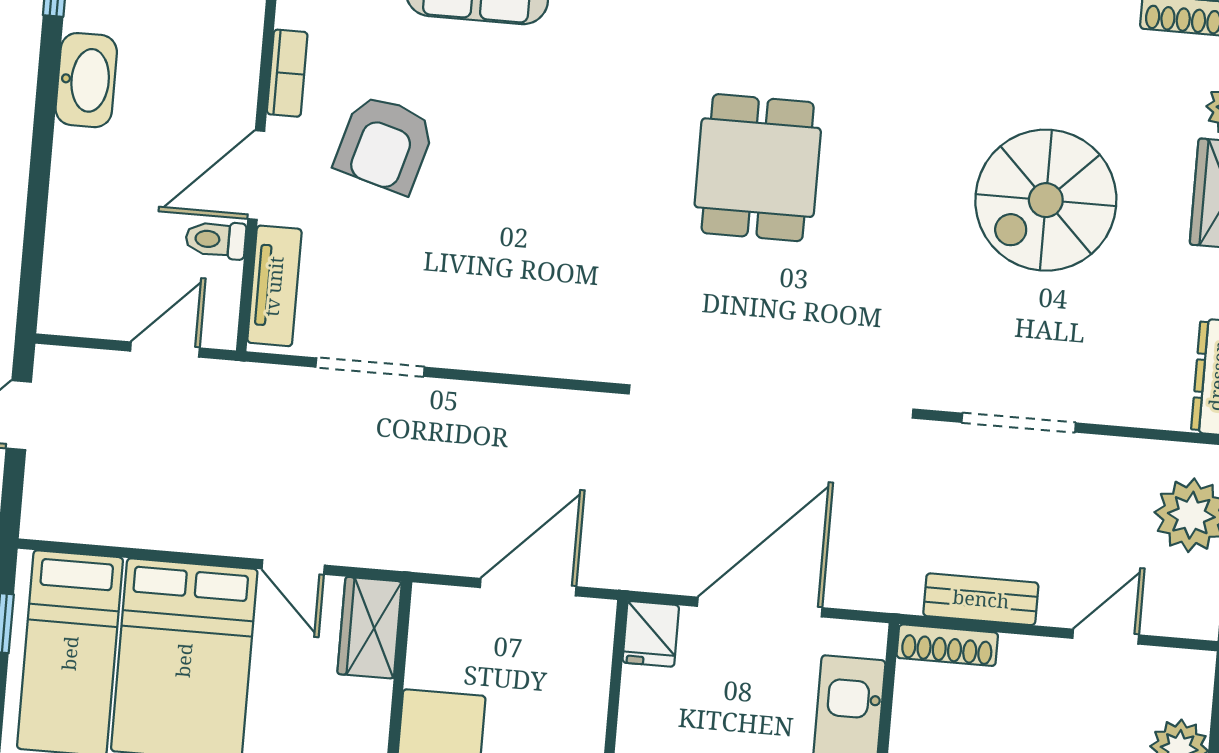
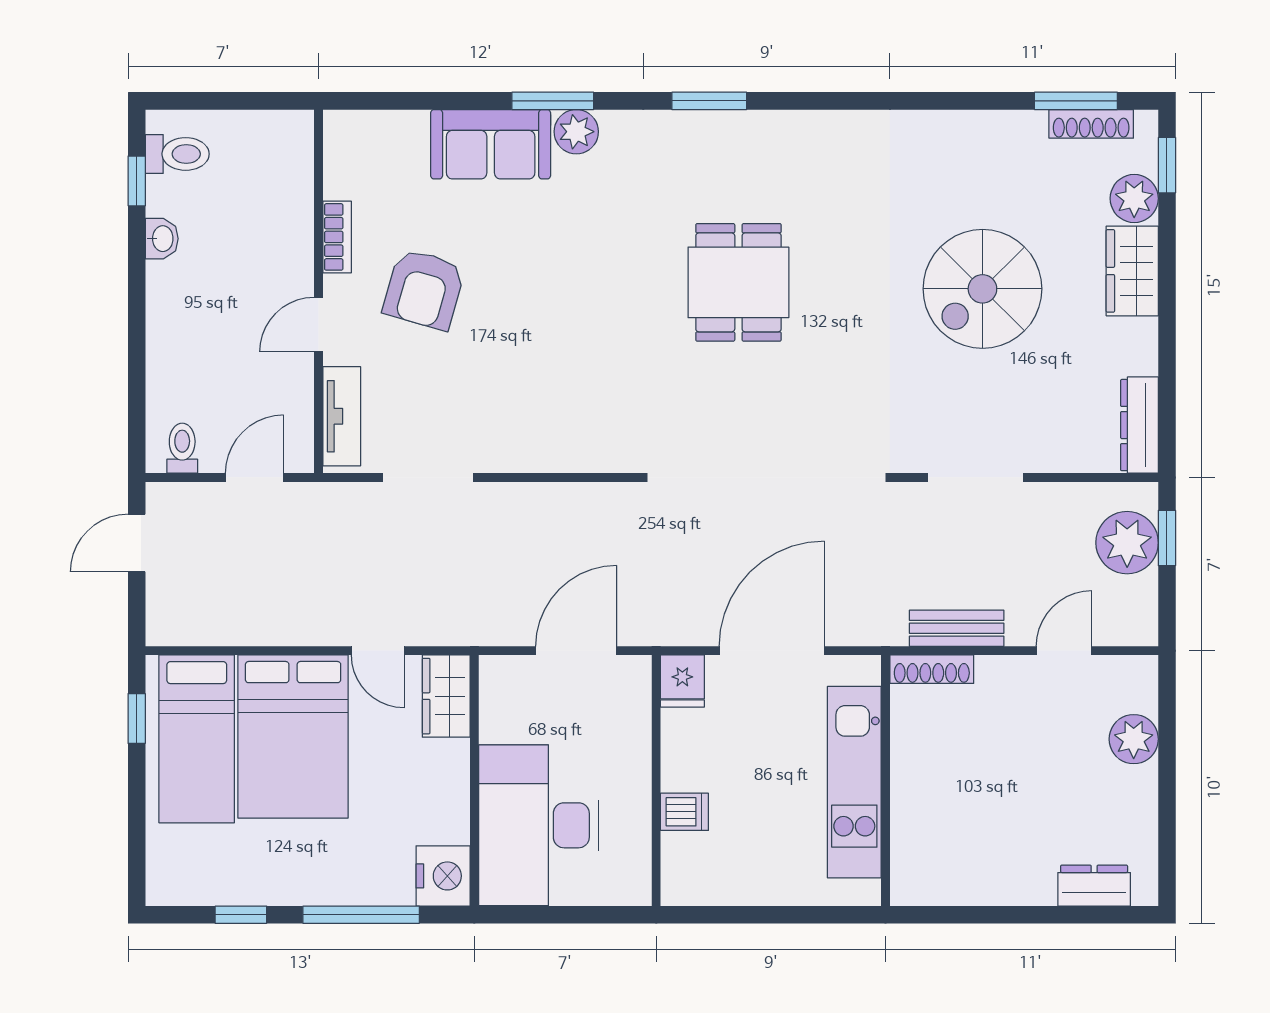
washbasin: (86, 80) -> (162, 239), width x0.52, depth x0.69
door: (256, 175) -> (319, 325), width x0.73
toilet: (216, 240) -> (182, 448), moved, turned 90

